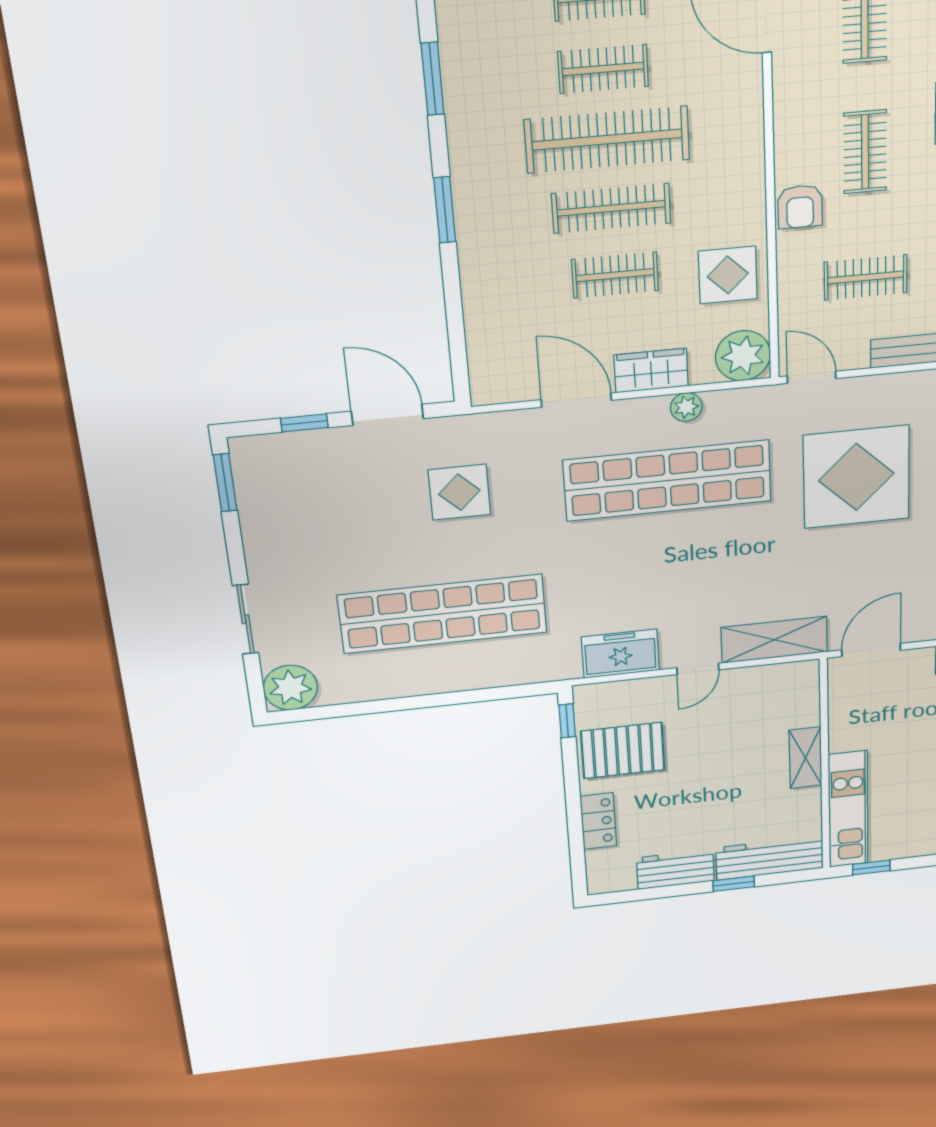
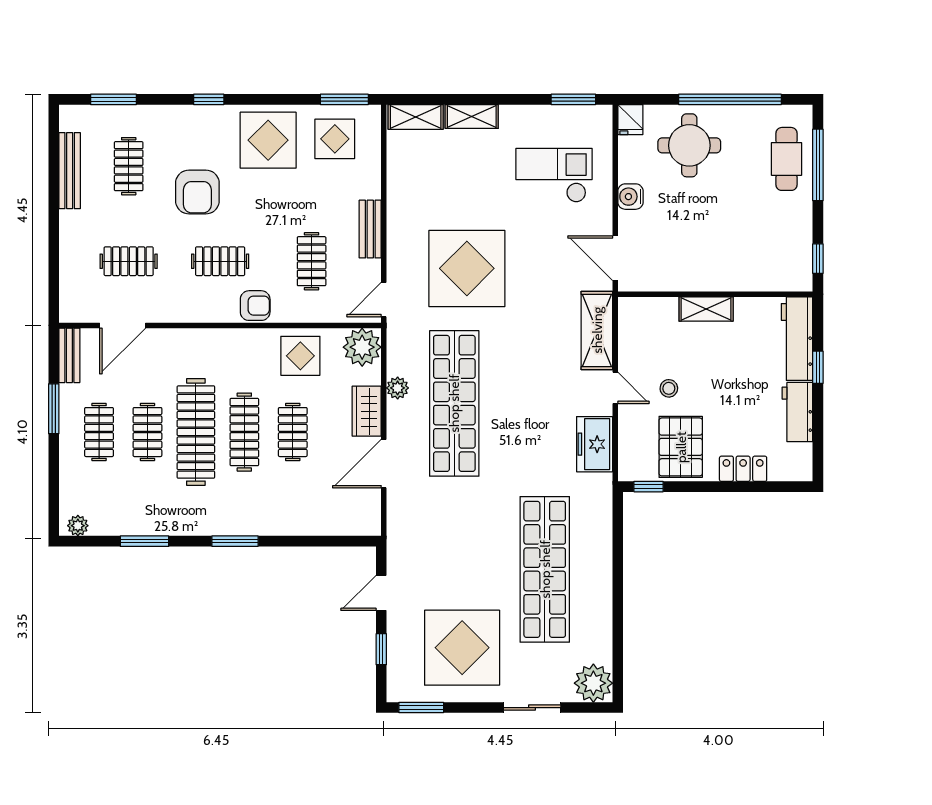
door: (387, 415) -> (381, 593), width x0.73
display table: (459, 492) -> (462, 648), moved, width x1.86, depth x1.86
stool: (700, 729) -> (669, 388), added
kitchen unit: (848, 809) -> (759, 277), removed

